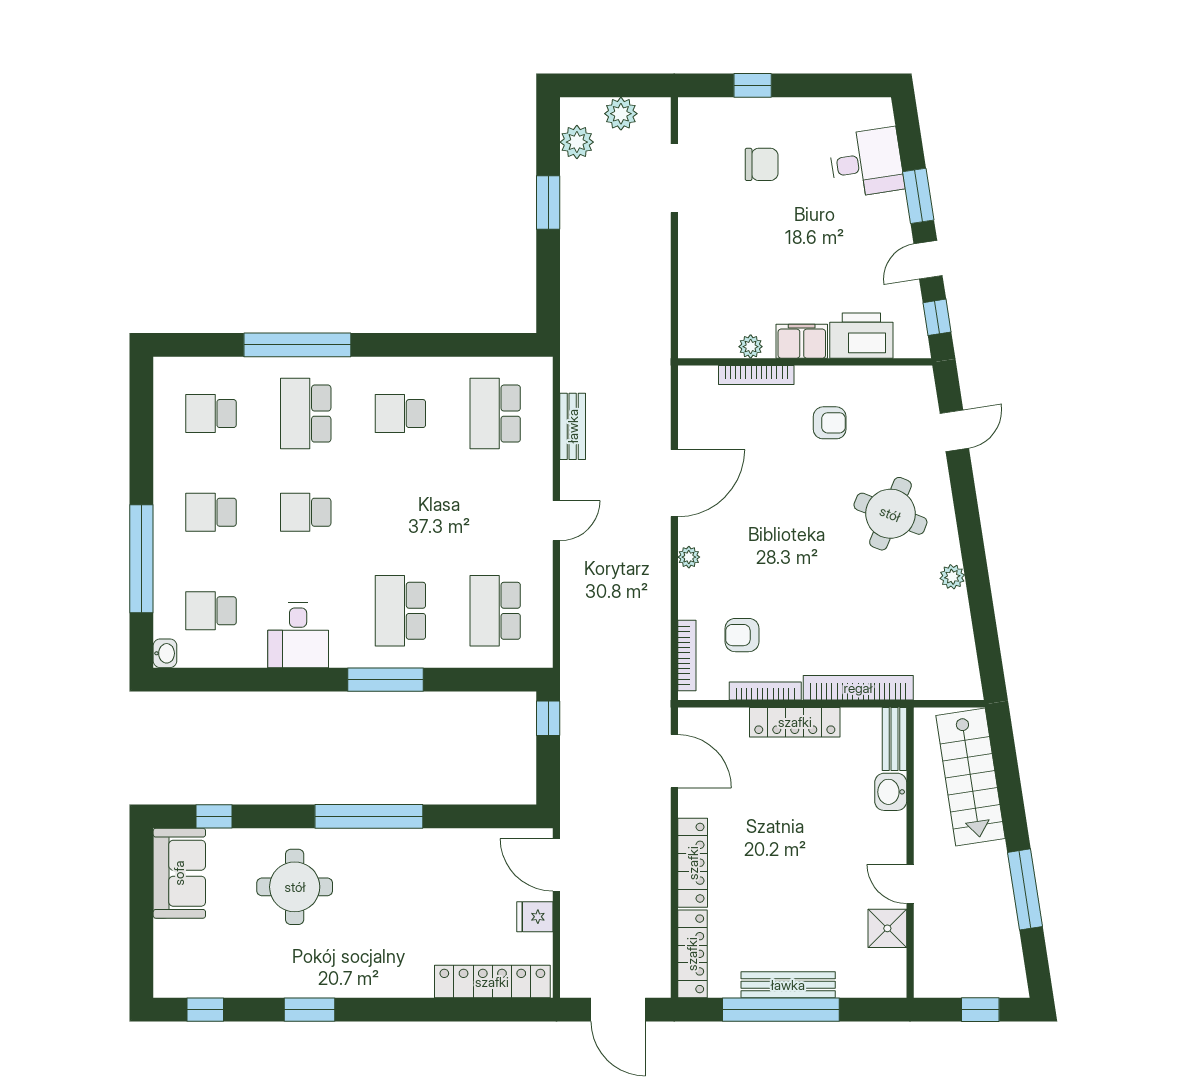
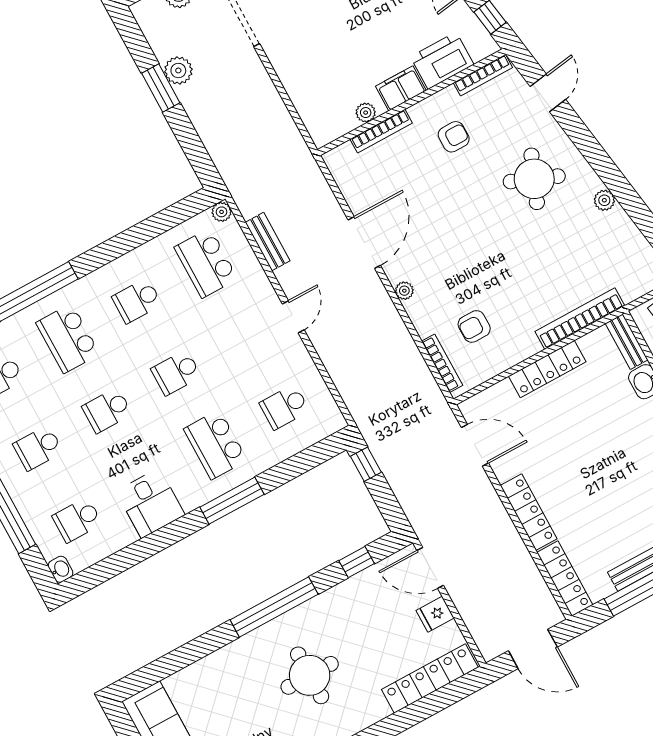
plant: (577, 142) -> (178, 70), moved
plant: (541, 368) -> (222, 212), added
school desk: (400, 512) -> (176, 373), added
school desk: (495, 611) -> (284, 407), width x0.54
bookcase: (765, 691) -> (483, 75), moved, turned 180
window: (214, 816) -> (357, 562), moved
round table: (295, 887) -> (310, 675), moved

